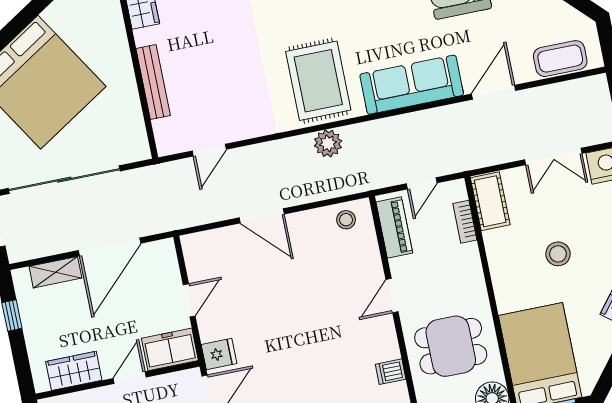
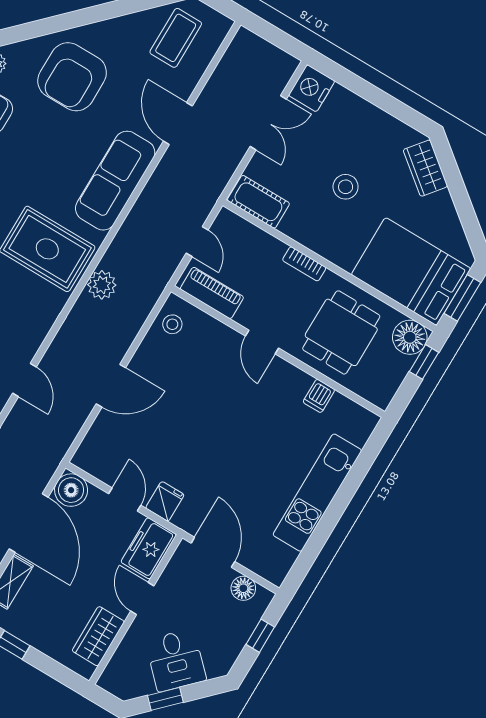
coffee table: (560, 59) -> (176, 38), moved
bookcase: (465, 222) -> (304, 264), moved
boiler: (161, 256) -> (71, 490), added
fridge: (219, 354) -> (165, 501), moved

